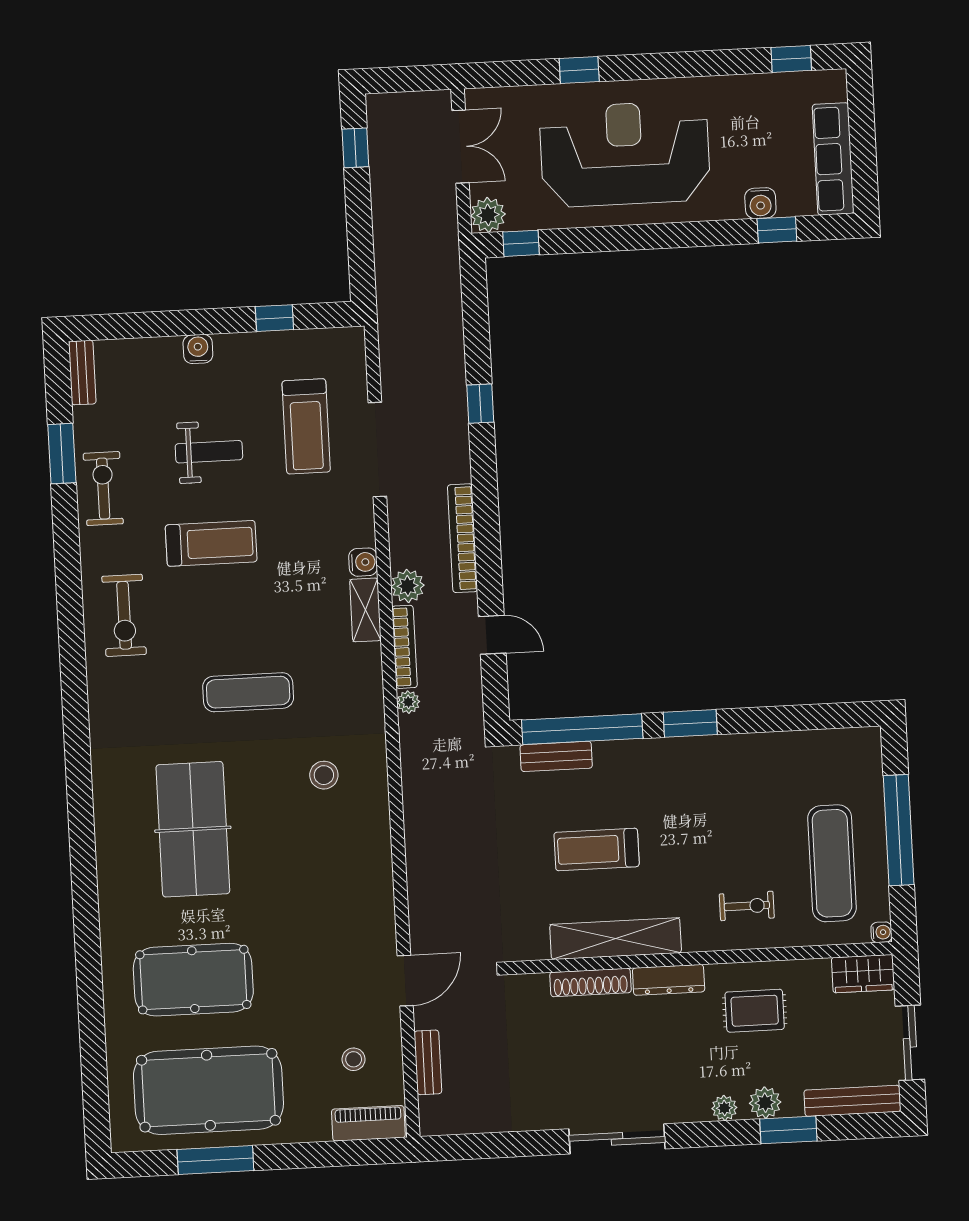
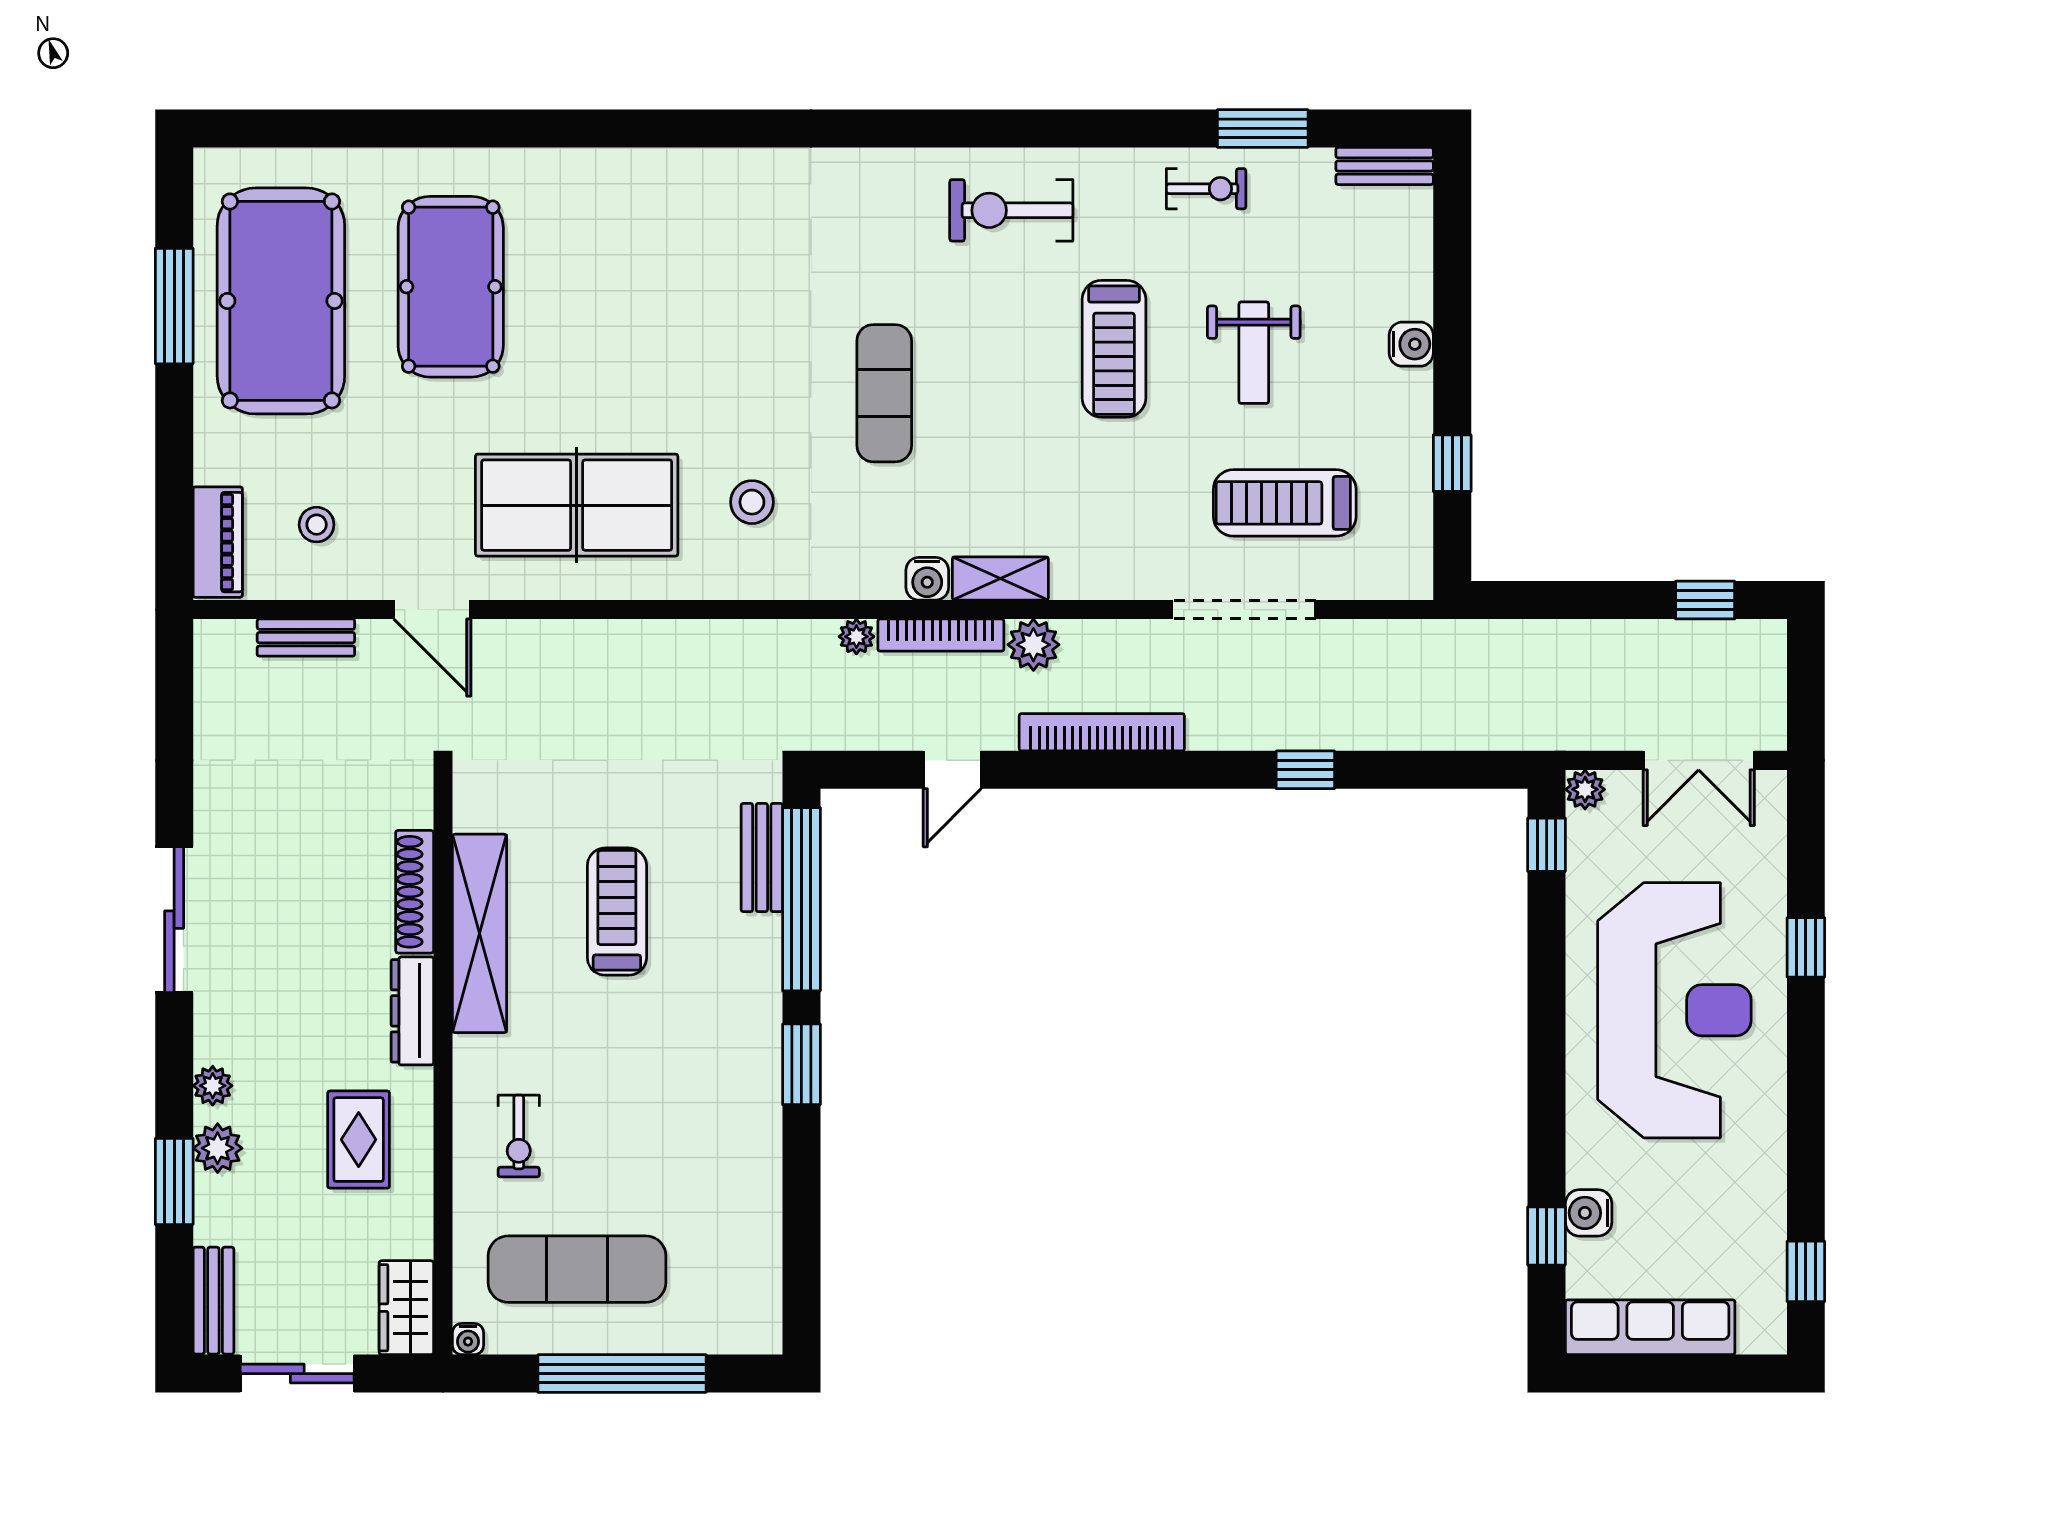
plant: (488, 215) -> (1585, 789), width x0.73, depth x0.73
exercise bike: (103, 489) -> (1206, 189), width x0.73, depth x0.72
water cooler: (363, 562) -> (927, 579), moved
table tennis table: (193, 829) -> (577, 505), moved
bench: (852, 1101) -> (213, 1301), width x0.73

